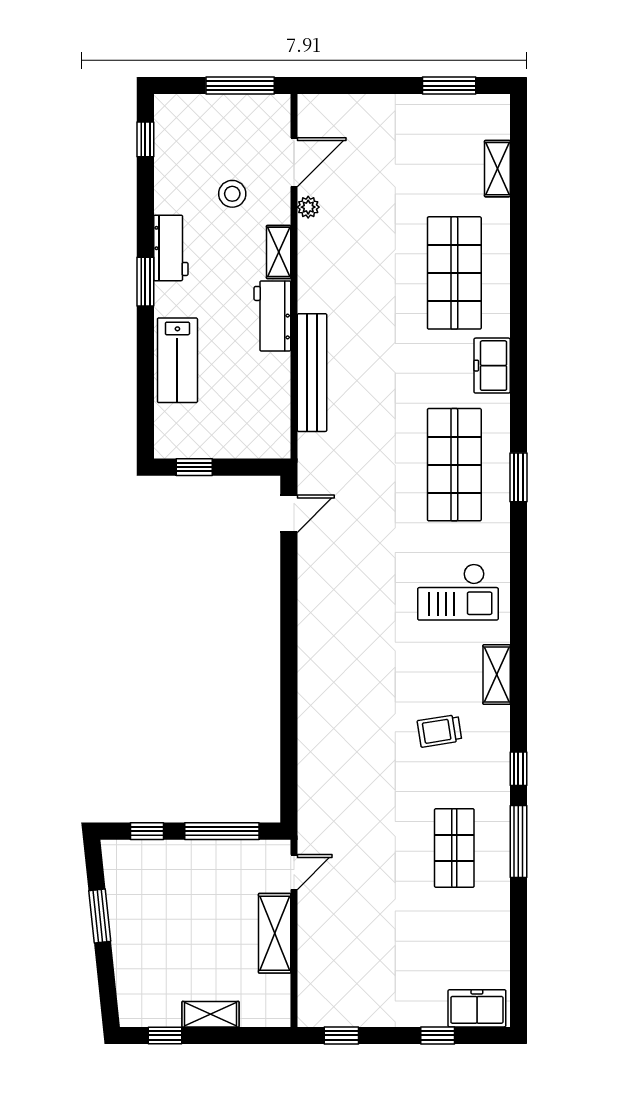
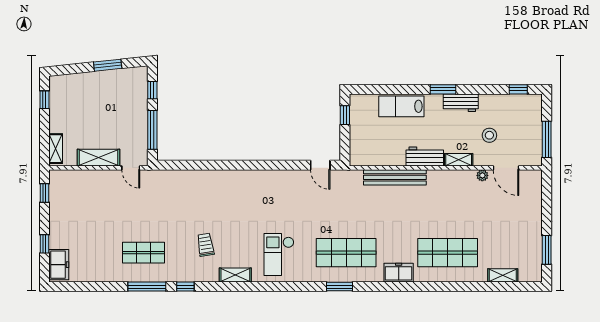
shelving: (210, 1014) -> (56, 149), moved

